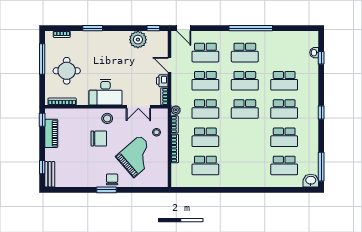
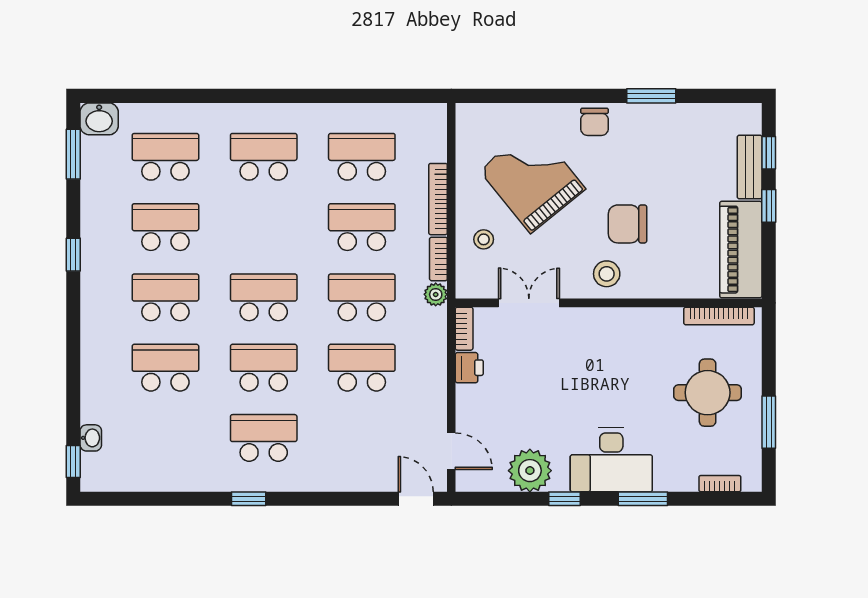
window: (153, 28) -> (565, 499), moved
window: (251, 28) -> (249, 499), width x0.32
school desk: (205, 53) -> (264, 157), moved
window: (321, 58) -> (73, 461), moved
window: (42, 59) -> (769, 422), width x0.69
door: (169, 65) -> (451, 451), moved
desk: (105, 92) -> (611, 460), moved, turned 180
window: (321, 112) -> (73, 255), moved
window: (42, 120) -> (769, 206), moved
piano: (51, 133) -> (741, 250), width x1.37, depth x1.33
grand piano: (137, 156) -> (532, 179), turned 92
window: (321, 167) -> (73, 154), width x0.69
bench: (50, 174) -> (750, 167), moved
window: (106, 190) -> (651, 96), moved

